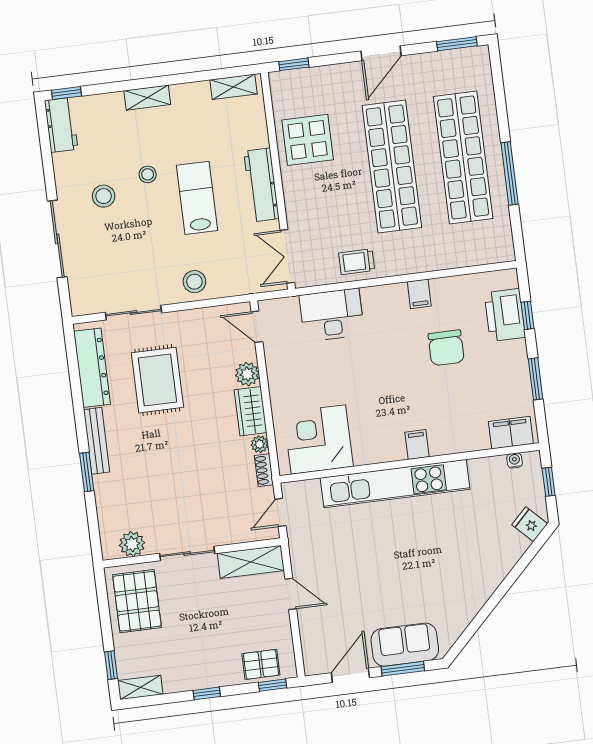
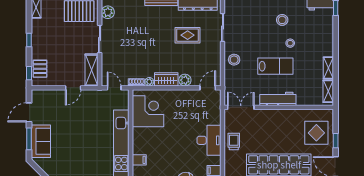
window: (294, 64) -> (336, 141), moved
shelving: (147, 98) -> (328, 68), moved
display table: (308, 140) -> (316, 133), moved
desk: (332, 315) -> (209, 140), moved
rug: (157, 380) -> (188, 35), width x0.73, depth x0.70
door: (350, 675) -> (29, 112), swing flipped

